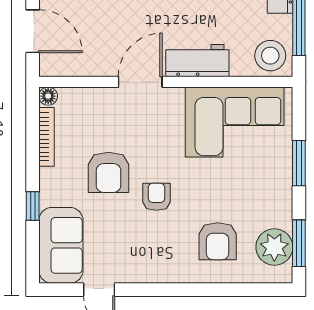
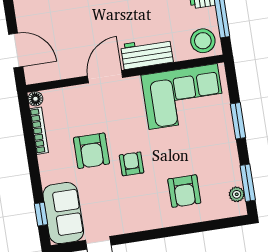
window: (33, 206) -> (41, 214), moved
plant: (274, 247) -> (237, 194), width x0.53, depth x0.53

